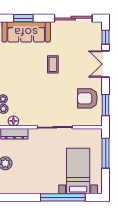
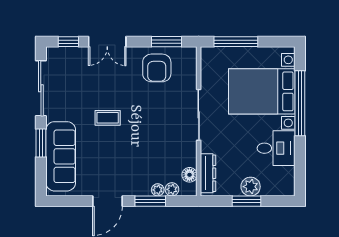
window: (23, 18) -> (41, 143), moved
bed with nightstands: (78, 171) -> (262, 91), width x1.36
desk: (32, 181) -> (276, 148), added

